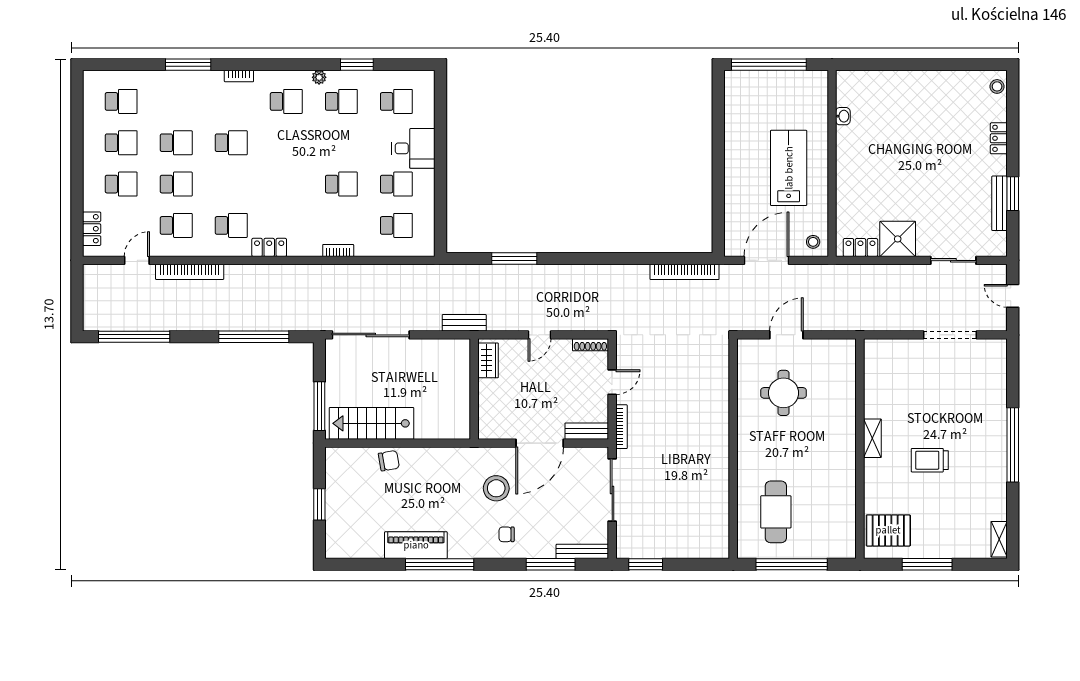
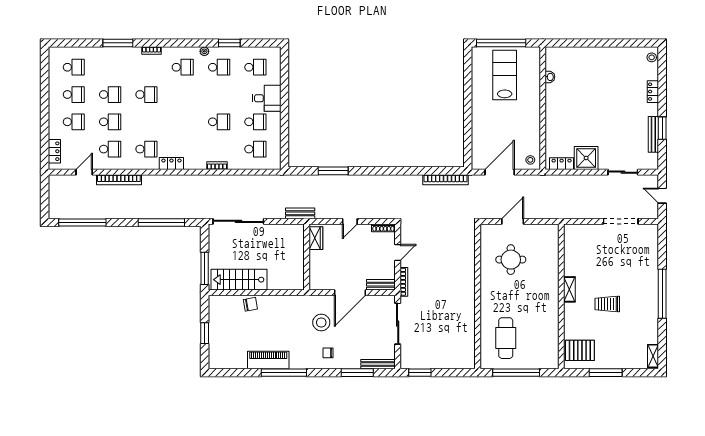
lab bench: (789, 168) -> (505, 75), moved

